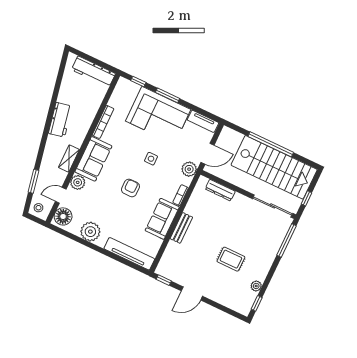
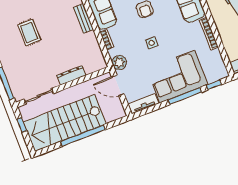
window: (168, 95) -> (185, 96), width x1.44
door: (208, 154) -> (118, 85), hinge flipped
dresser: (220, 190) -> (71, 75), moved
sliding door: (273, 206) -> (39, 96), width x0.73
rug: (231, 259) -> (29, 32), turned 90

